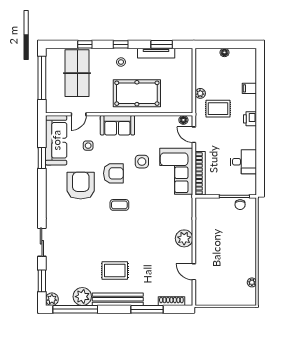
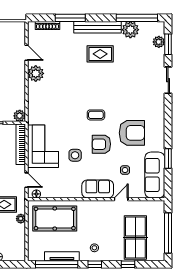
window: (162, 44) -> (57, 264), width x2.11
pool table: (137, 93) -> (55, 219), moved
door: (79, 114) -> (121, 199), moved
armchair: (81, 186) -> (132, 133), turned -90
plant: (202, 204) -> (20, 116), added
plant: (184, 238) -> (36, 73), moved
plant: (52, 299) -> (159, 42), moved

